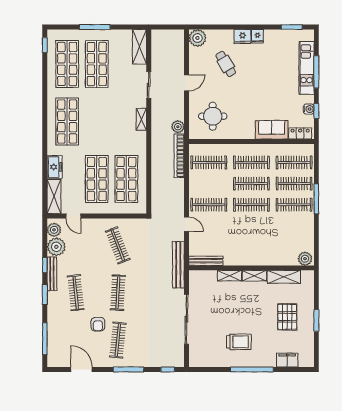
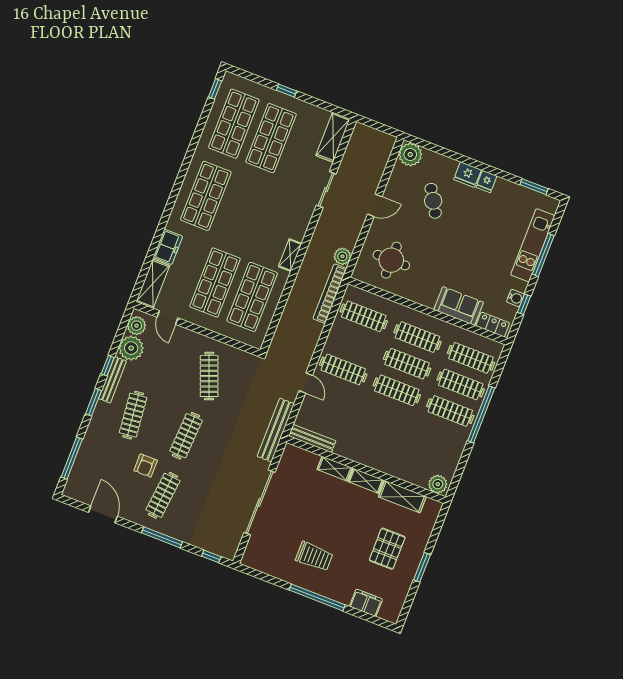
window: (95, 27) -> (286, 91), width x0.46
shelving: (141, 119) -> (290, 255), moved
window: (316, 199) -> (481, 414), width x1.46

